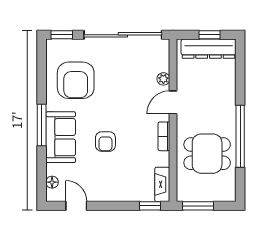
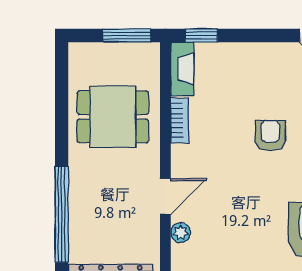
bookcase: (164, 136) -> (180, 120), moved
window: (240, 136) -> (62, 214), moved

